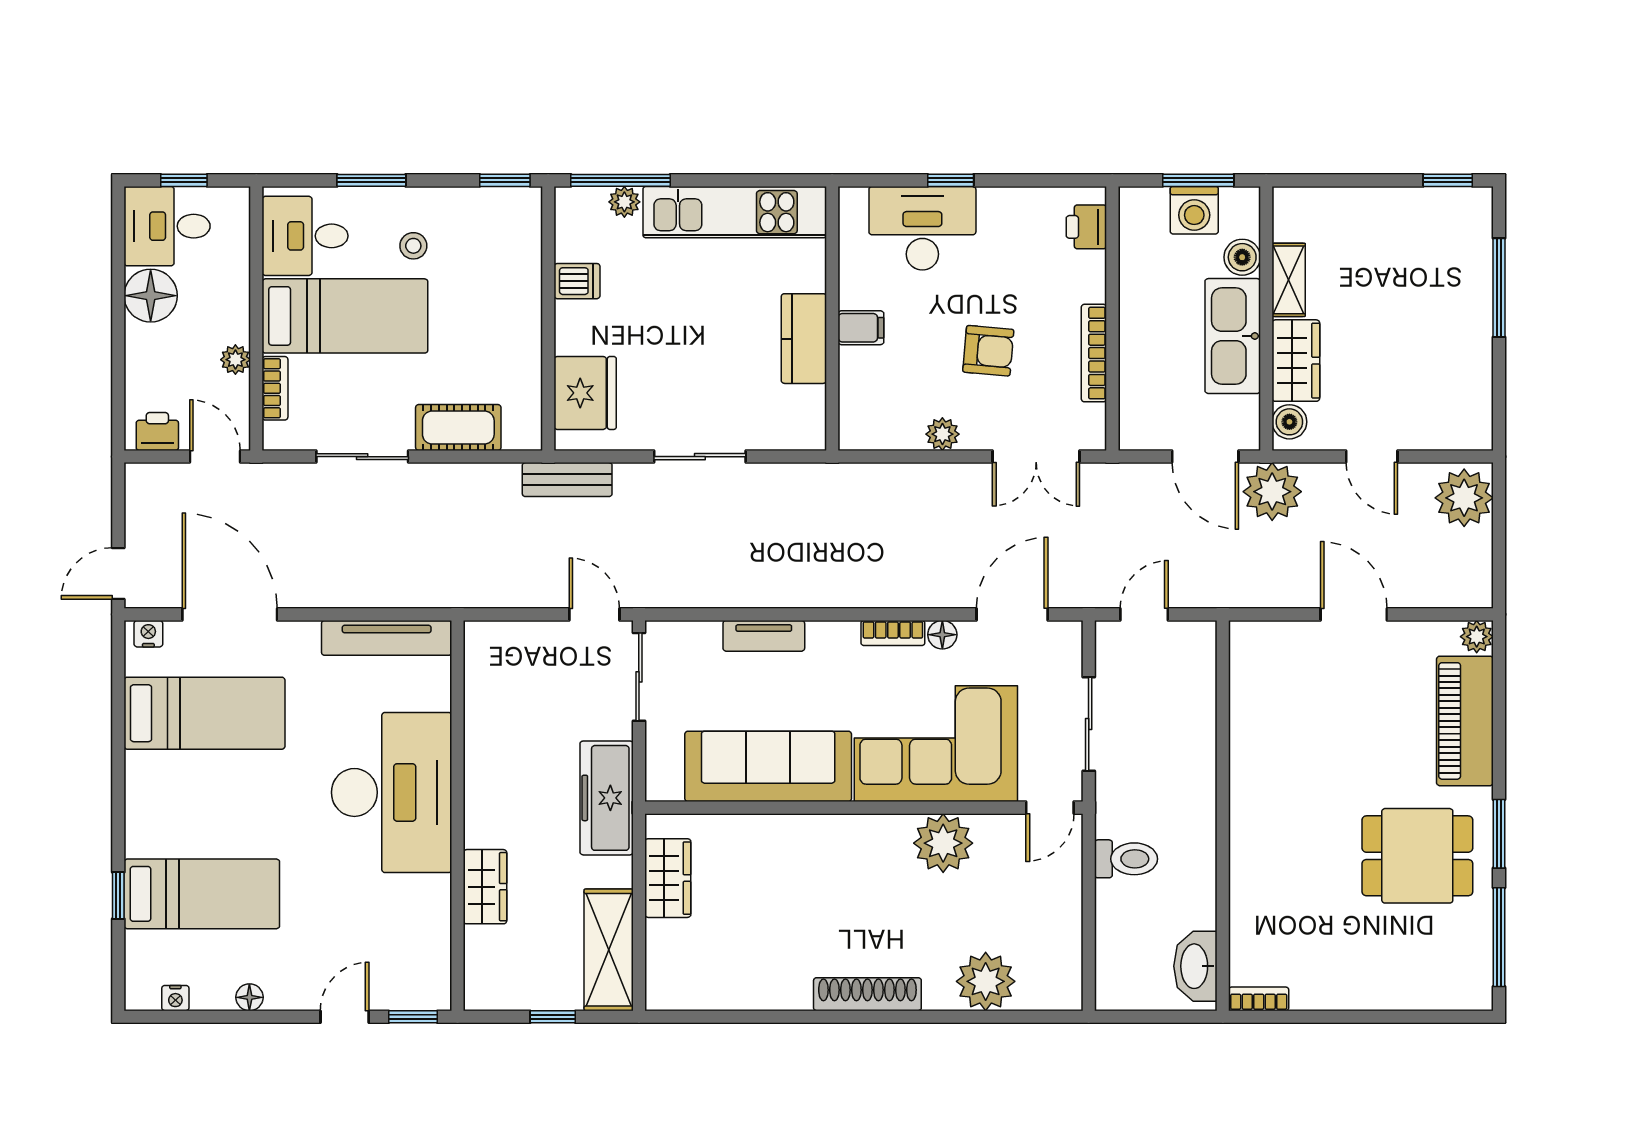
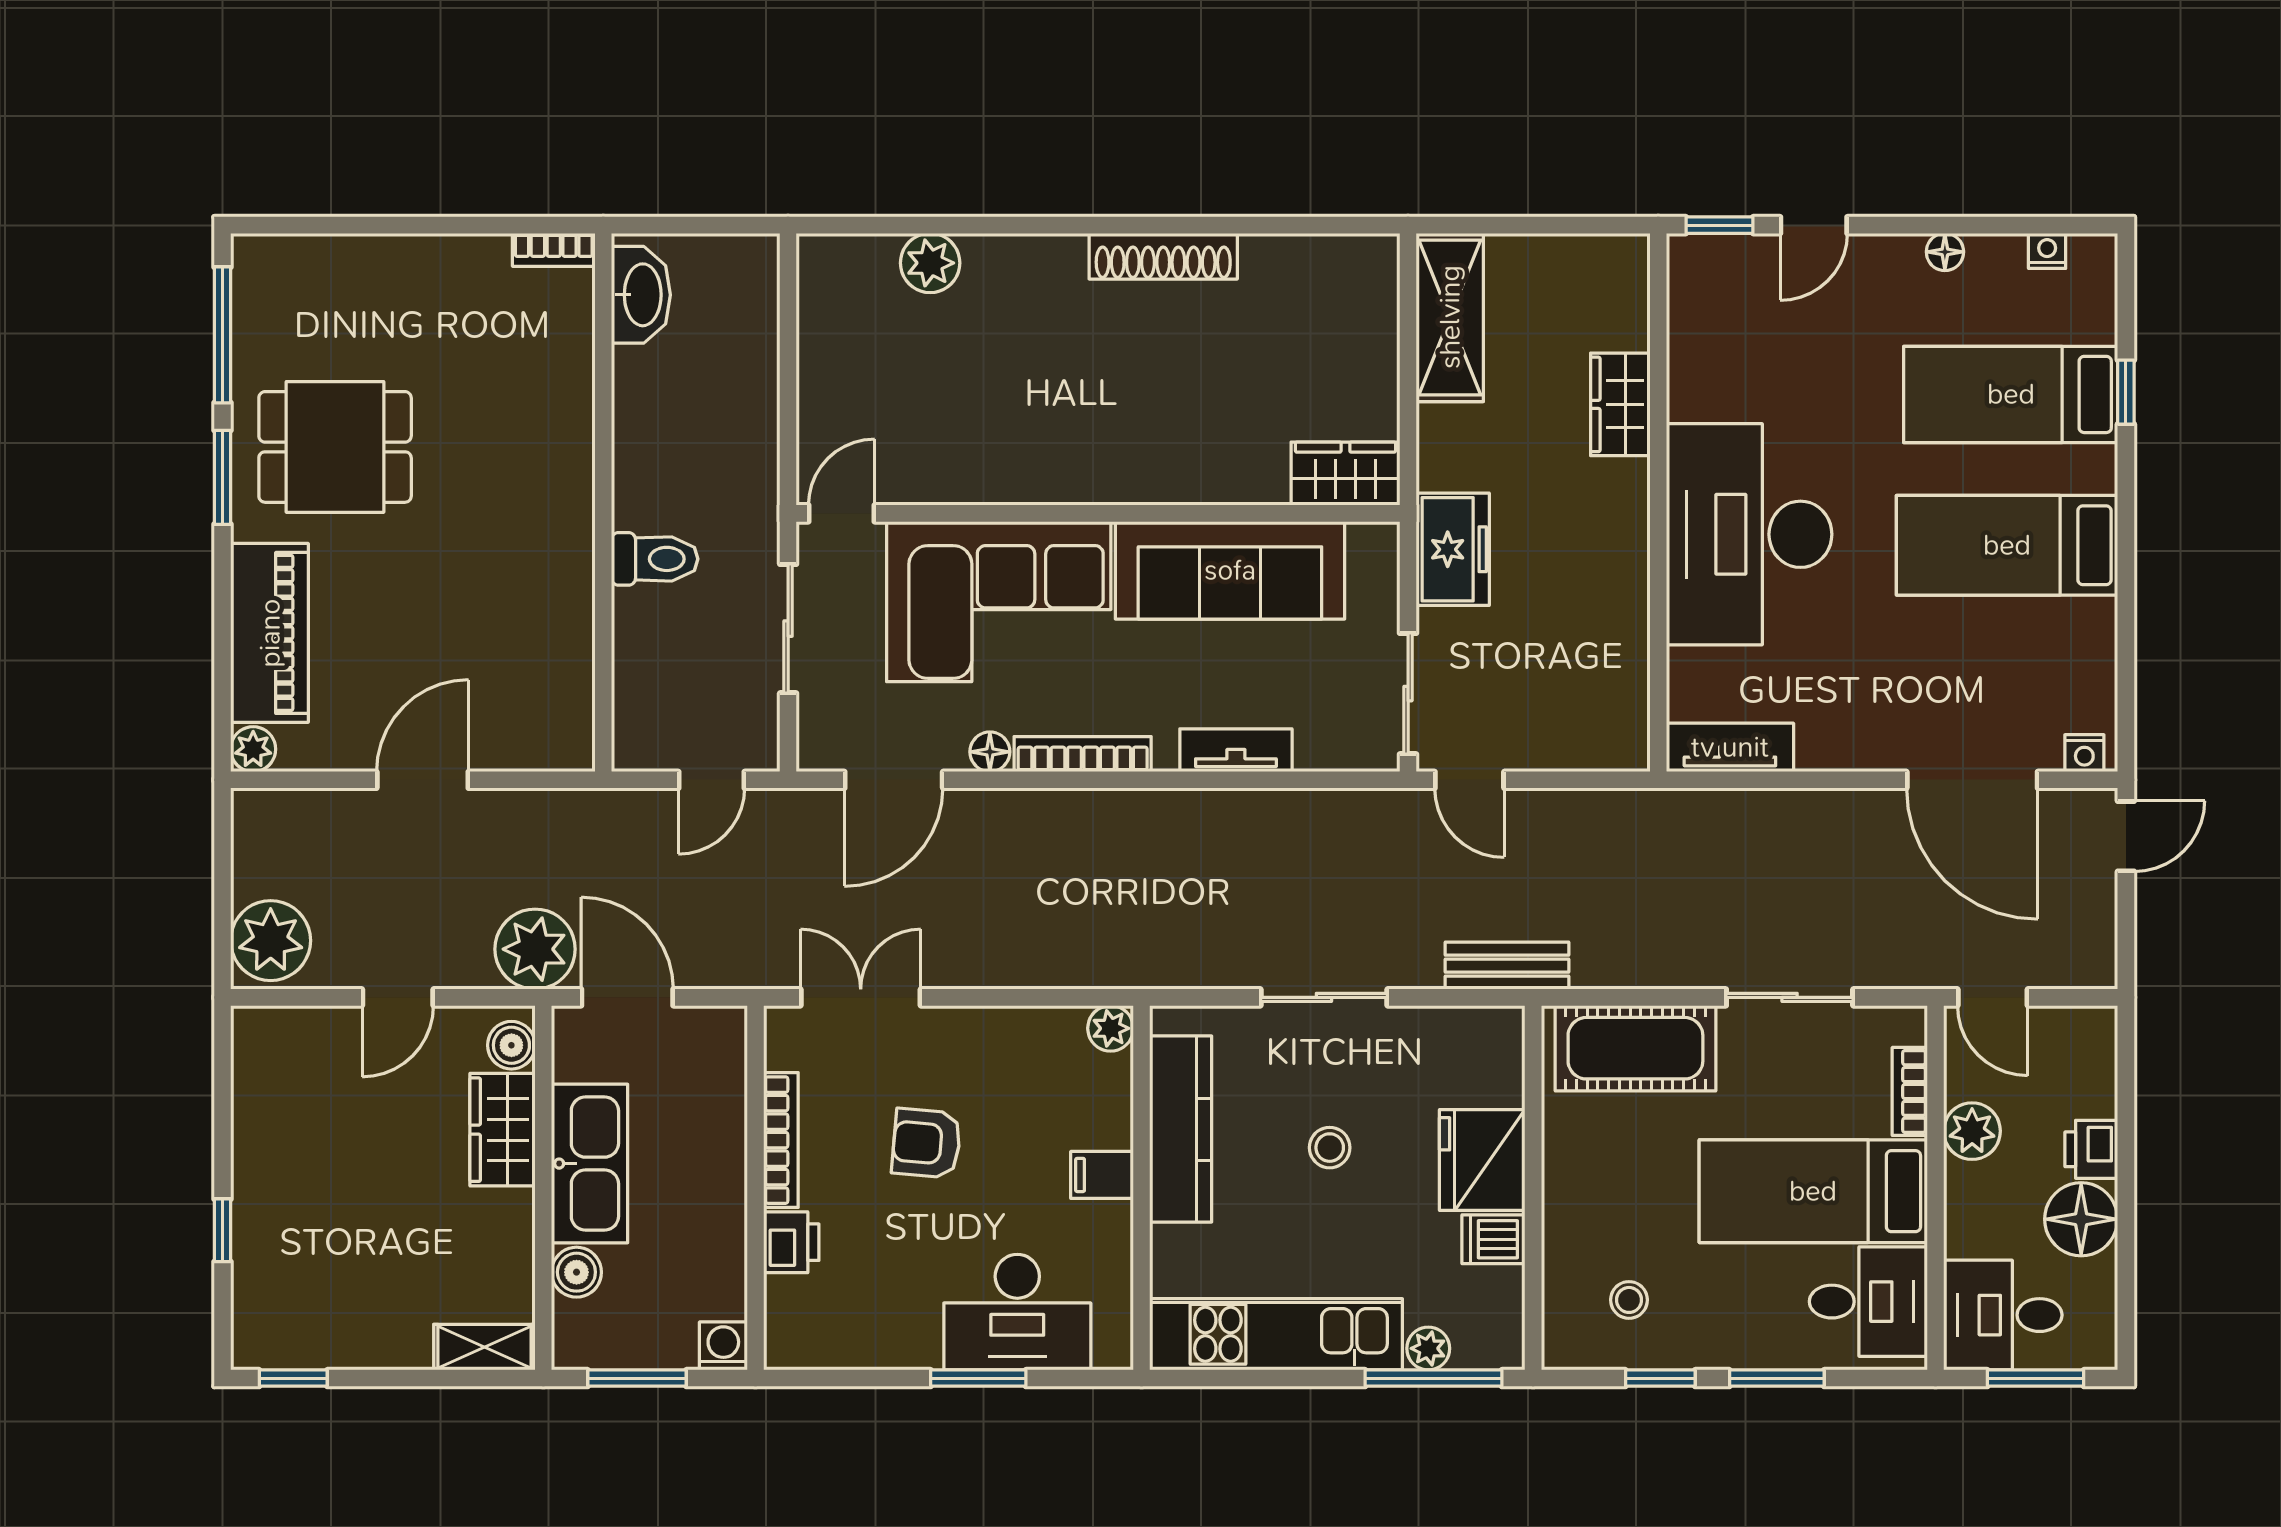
window: (184, 180) -> (2036, 1378), width x1.50
window: (505, 180) -> (1660, 1378), moved
window: (951, 180) -> (978, 1378), width x1.50
washing machine: (1194, 210) -> (723, 1346), moved, width x0.73, depth x0.73
desk: (167, 226) -> (2003, 1315), moved, turned 180
printer: (1086, 227) -> (791, 1242), moved
stool: (413, 246) -> (1629, 1300), moved
shelving: (1289, 280) -> (485, 1347), moved, turned 90
window: (1499, 288) -> (222, 1230), width x0.46
kitchen counter: (804, 339) -> (1181, 1129), width x1.50
stool: (696, 348) -> (1330, 1148), added
plant: (235, 360) -> (1972, 1131), width x1.38, depth x1.38
fridge: (585, 393) -> (1482, 1160), moved
cot: (458, 427) -> (1635, 1048), width x1.37, depth x1.34
printer: (157, 432) -> (2091, 1149), moved, turned 90
plant: (942, 434) -> (1111, 1028), moved
door: (1372, 457) -> (398, 997), swing flipped
door: (1354, 614) -> (423, 780), swing flipped
bookcase: (893, 633) -> (1083, 754), width x1.56
tv unit: (387, 638) -> (1730, 747), width x0.71
bed: (204, 713) -> (2007, 545), moved
freezer: (607, 798) -> (1453, 549), width x0.71
plant: (943, 843) -> (989, 464), removed
toilet: (1126, 859) -> (655, 559), moved, turned 180
wardrobe: (668, 878) -> (1345, 474), moved, turned 90
plant: (986, 981) -> (930, 263), width x0.73, depth x0.73
shoe rack: (867, 994) -> (1163, 256), moved
window: (553, 1017) -> (1527, 225), removed

